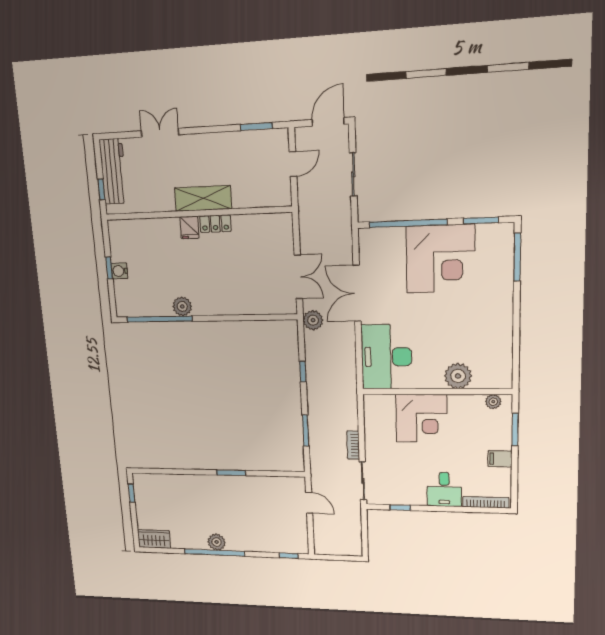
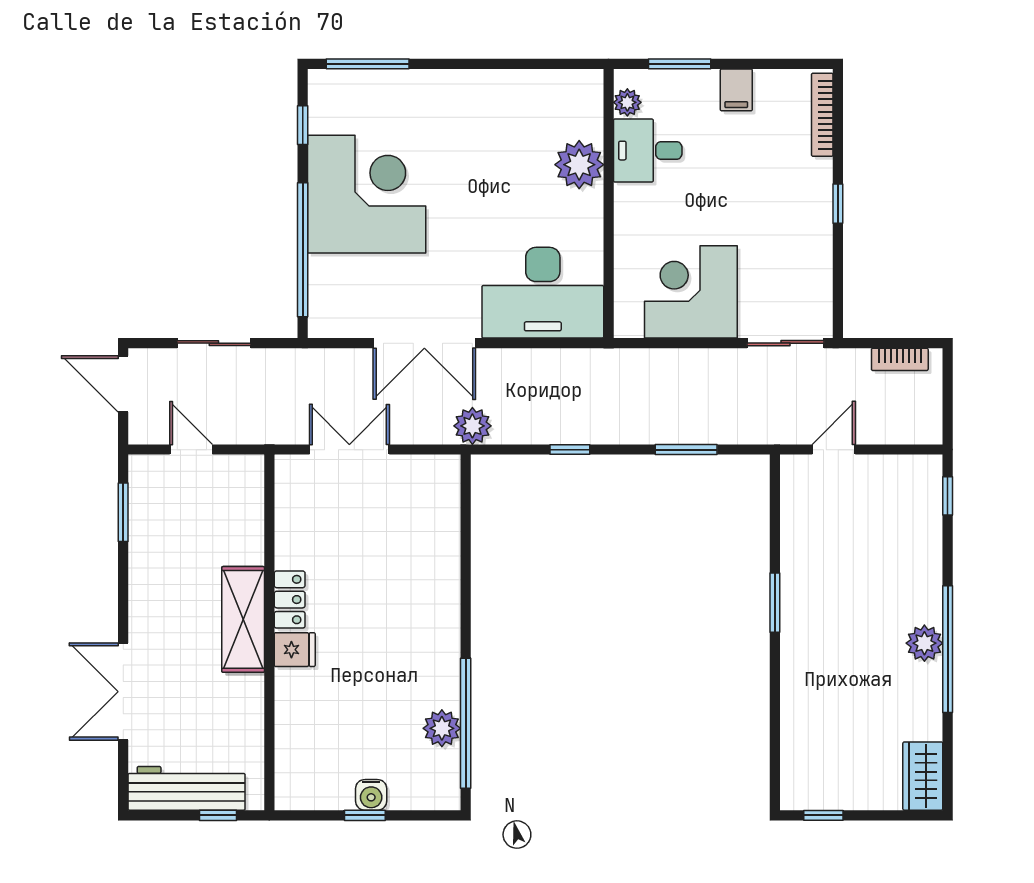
double door: (160, 133) -> (123, 692), width x1.37
window: (481, 220) -> (303, 125), width x0.67
double door: (298, 277) -> (349, 450), moved
plant: (182, 306) -> (442, 728), moved
corner desk: (421, 418) -> (691, 292), moved, turned -90
bookcase: (353, 445) -> (900, 359), moved
desk: (444, 489) -> (648, 151), moved, turned 180
window: (400, 508) -> (838, 204), moved

